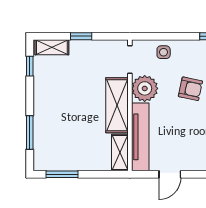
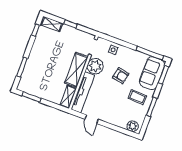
door: (170, 174) -> (92, 119), hinge flipped

